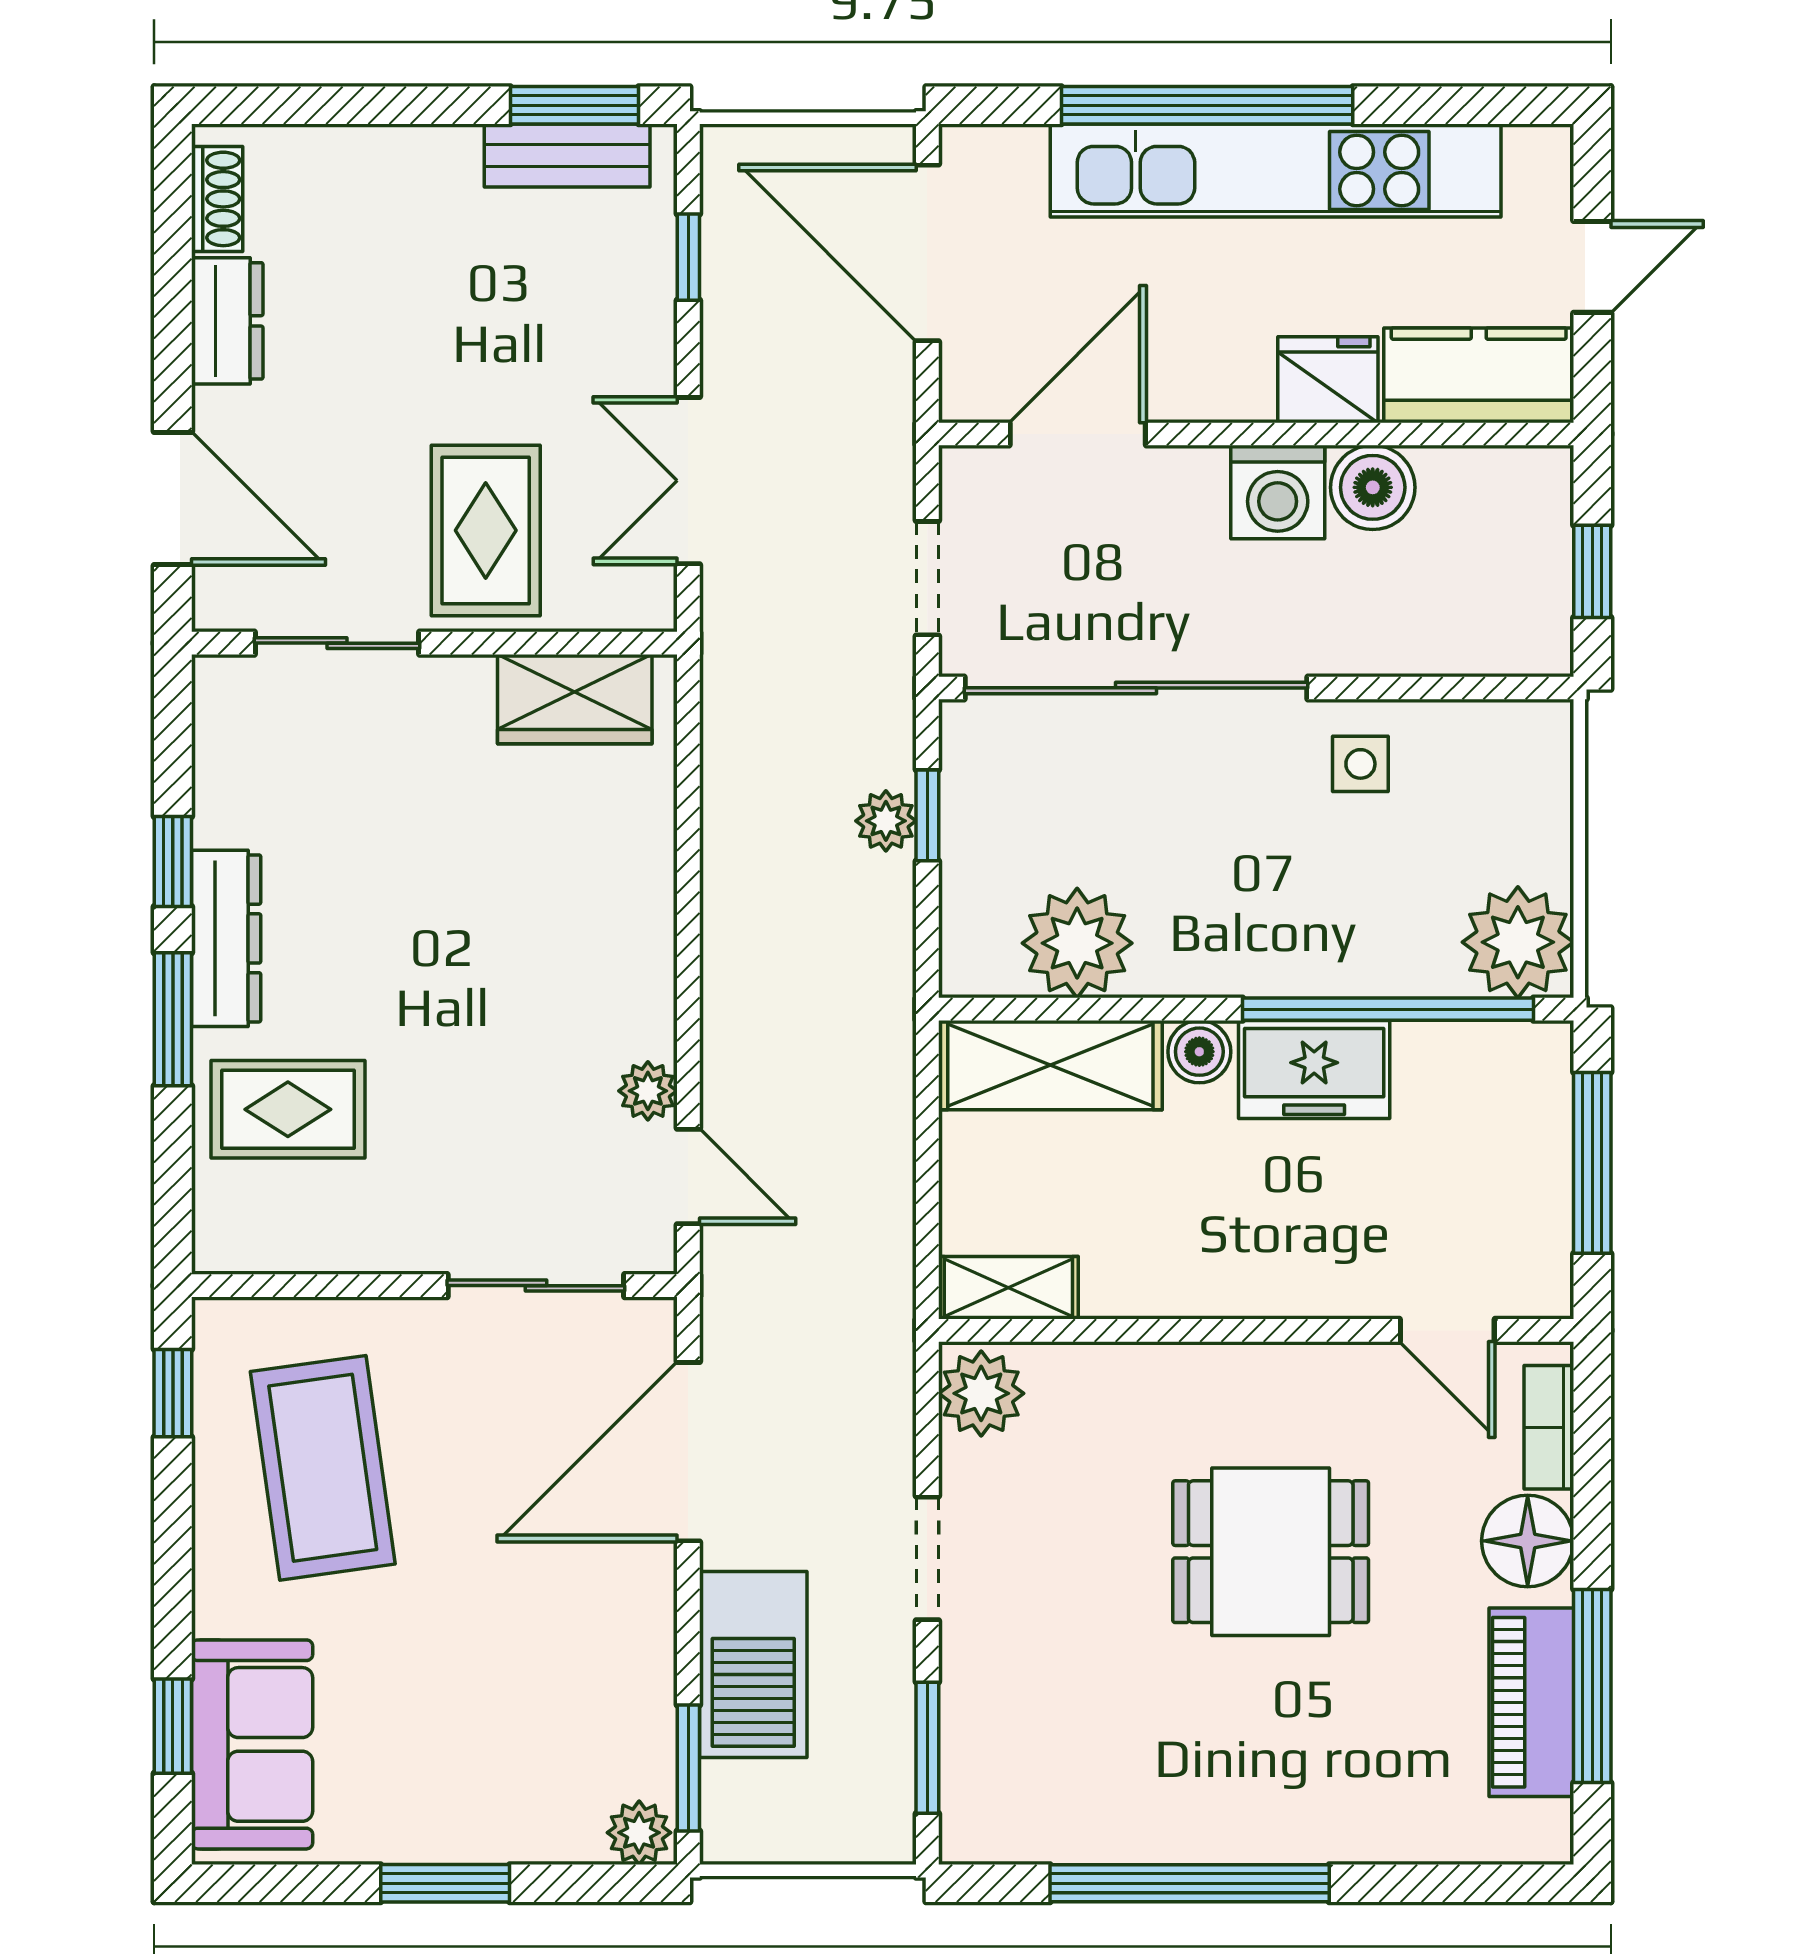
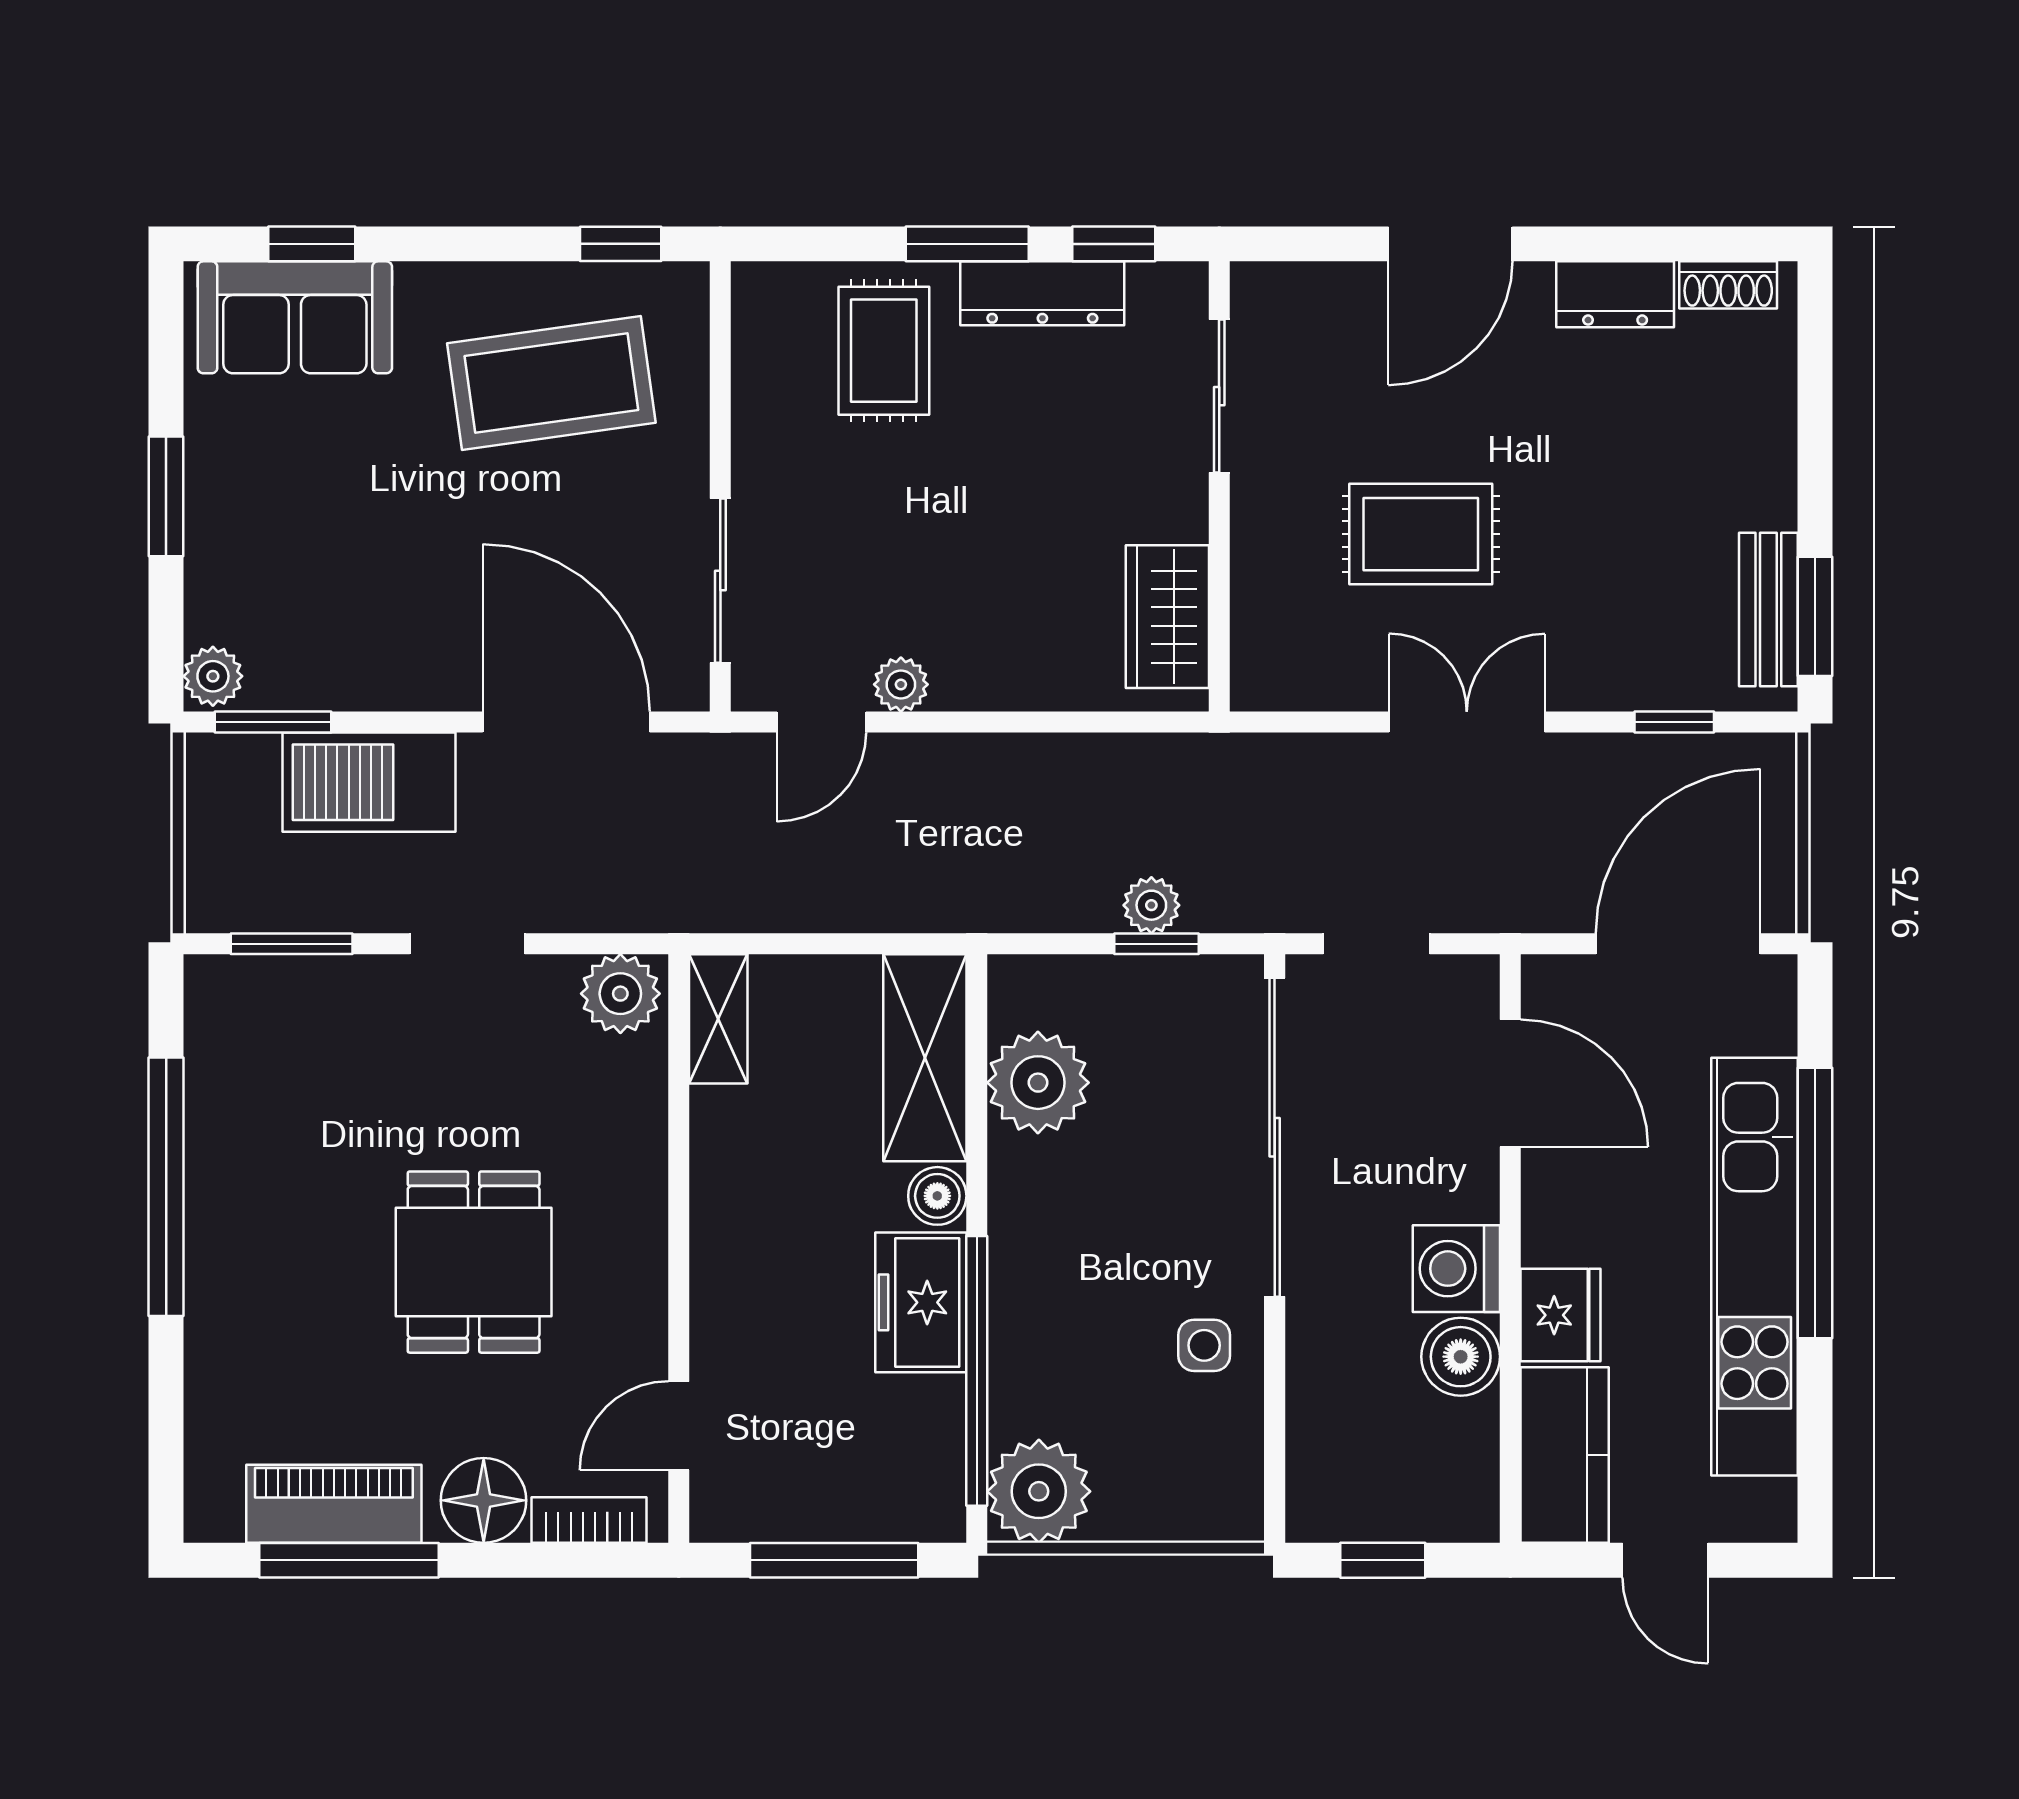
sliding door: (337, 643) -> (1219, 396), moved
wall: (434, 643) -> (1219, 486), moved
wardrobe: (575, 699) -> (1167, 617), moved

